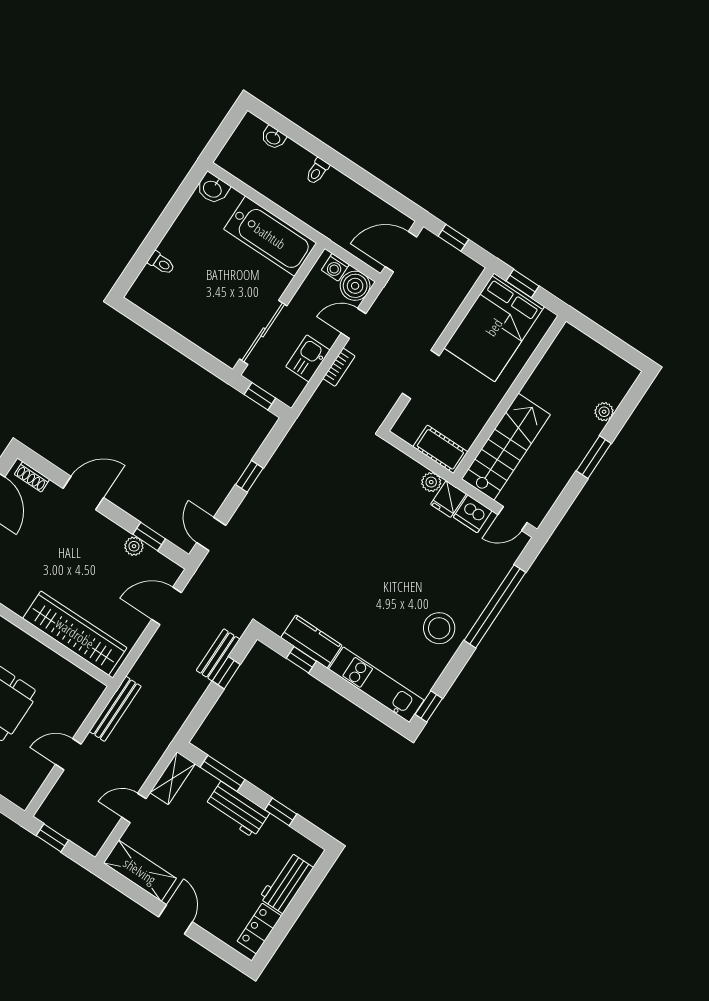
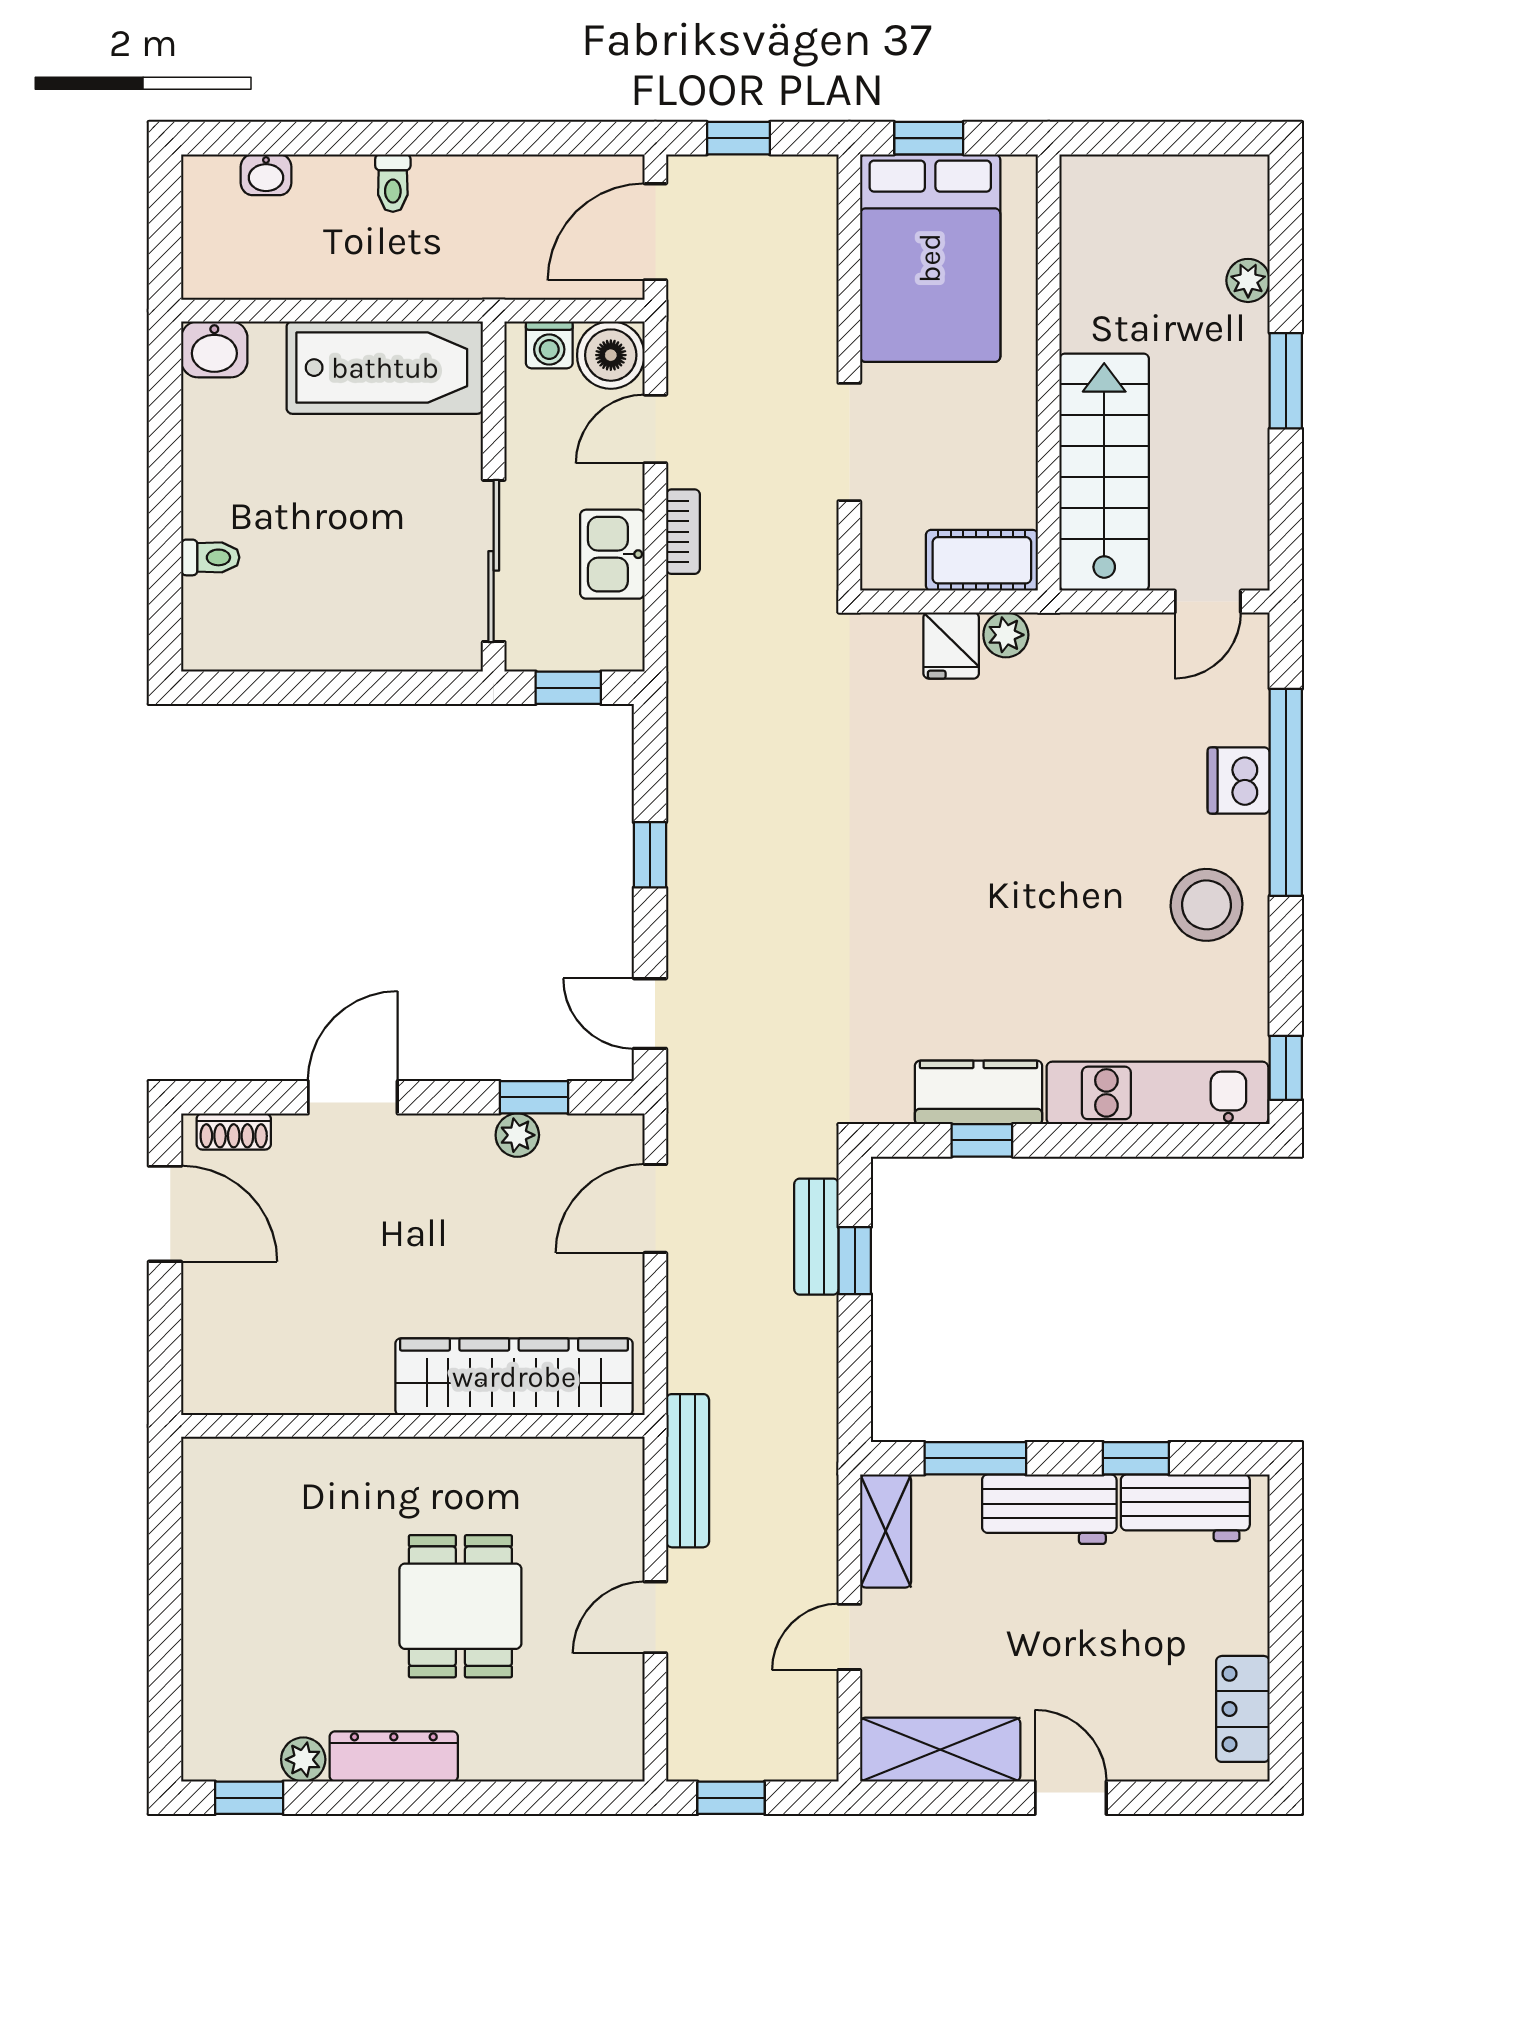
fridge: (448, 499) -> (951, 645), moved
dishwasher: (473, 514) -> (1239, 780), moved, turned 90
workbench: (286, 883) -> (1185, 1508), moved, turned -90

